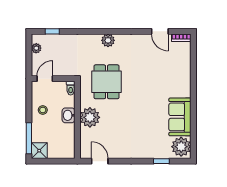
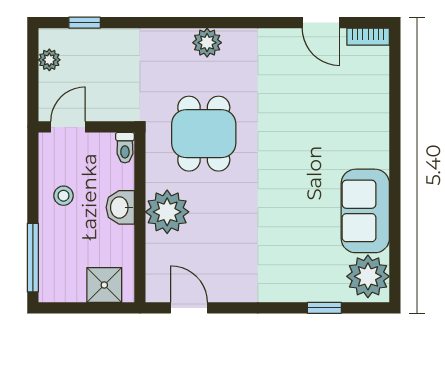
shower: (39, 151) -> (104, 285), moved

